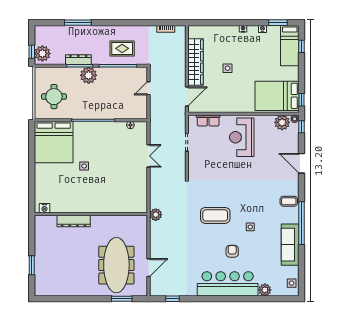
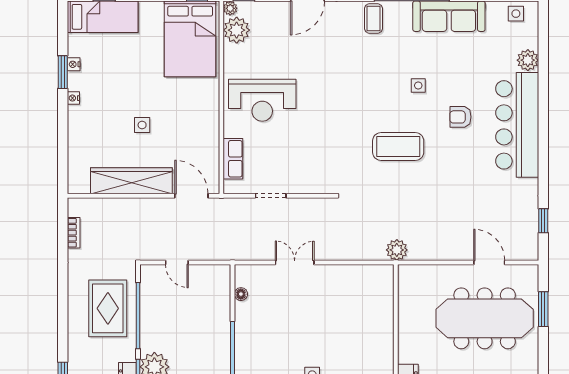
window: (278, 23) -> (63, 72), moved
rug: (122, 48) -> (108, 308), width x1.36, depth x1.43
coffee table: (215, 215) -> (398, 147), turned 90

